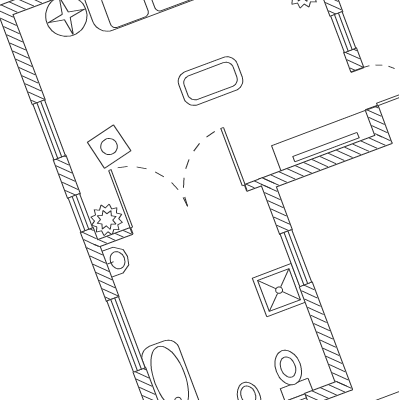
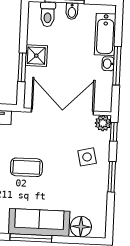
double door: (189, 209) -> (62, 112), swing flipped
washbasin: (117, 260) -> (108, 64), moved

